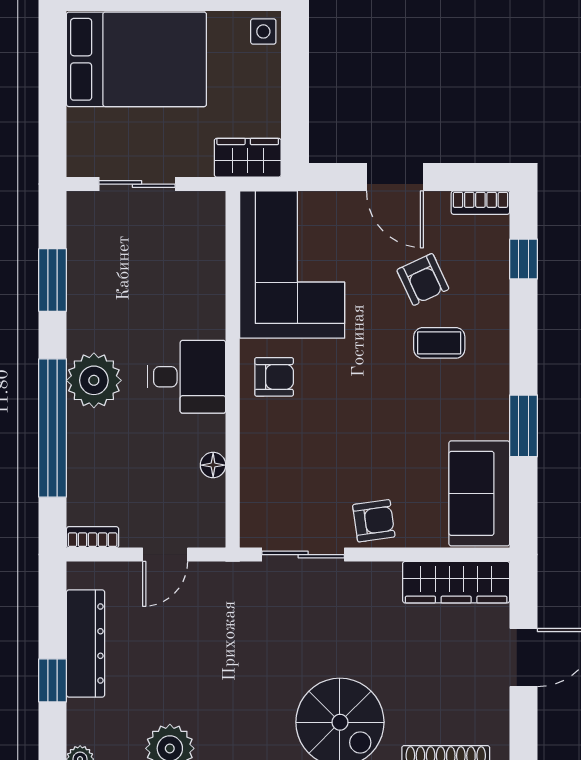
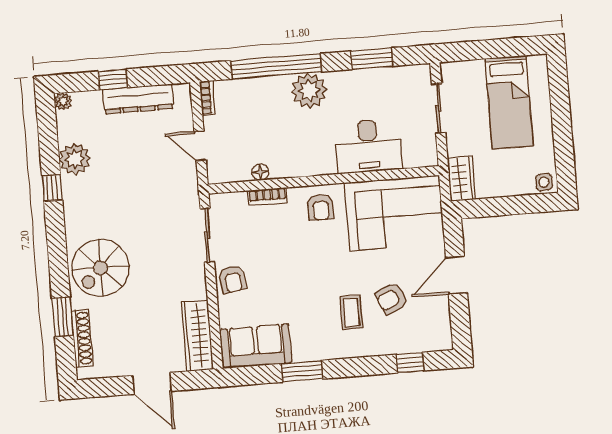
bed: (136, 59) -> (509, 102), width x0.67
bookcase: (480, 203) -> (268, 197), moved, turned -90
desk: (186, 377) -> (368, 146), moved, width x1.37

